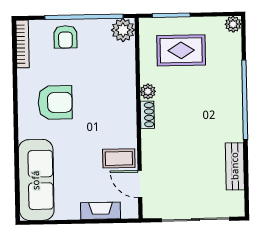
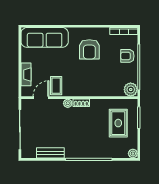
plant: (148, 91) -> (68, 103), moved

